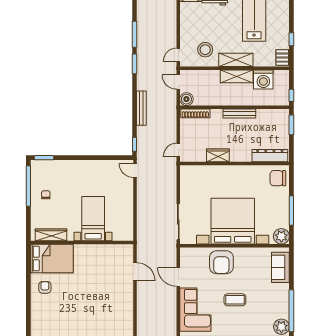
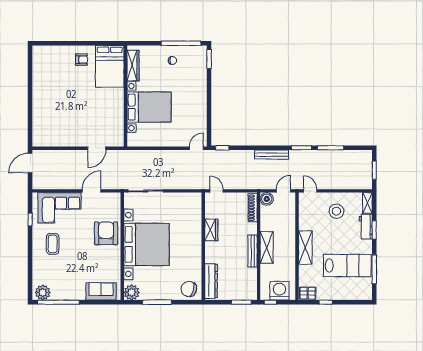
stool: (205, 50) -> (336, 211), moved
shelving: (237, 76) -> (267, 247), moved
washing machine: (263, 80) -> (279, 291), moved, turned 90
bench: (141, 108) -> (272, 155), moved
chair: (278, 178) -> (189, 289), turned -73
bed with nightstands: (93, 219) -> (149, 107), width x1.36
armchair: (221, 262) -> (106, 233), turned 90
coffee table: (235, 300) -> (53, 244), moved

